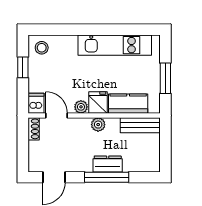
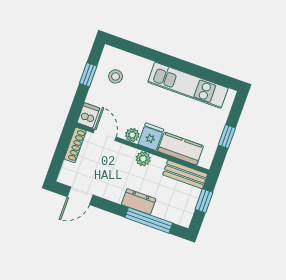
stool: (42, 48) -> (116, 76), moved
window: (165, 78) -> (227, 136), width x0.67
shoe rack: (34, 129) -> (75, 145), width x1.43
window: (165, 143) -> (204, 201), added
window: (107, 177) -> (149, 220), moved

